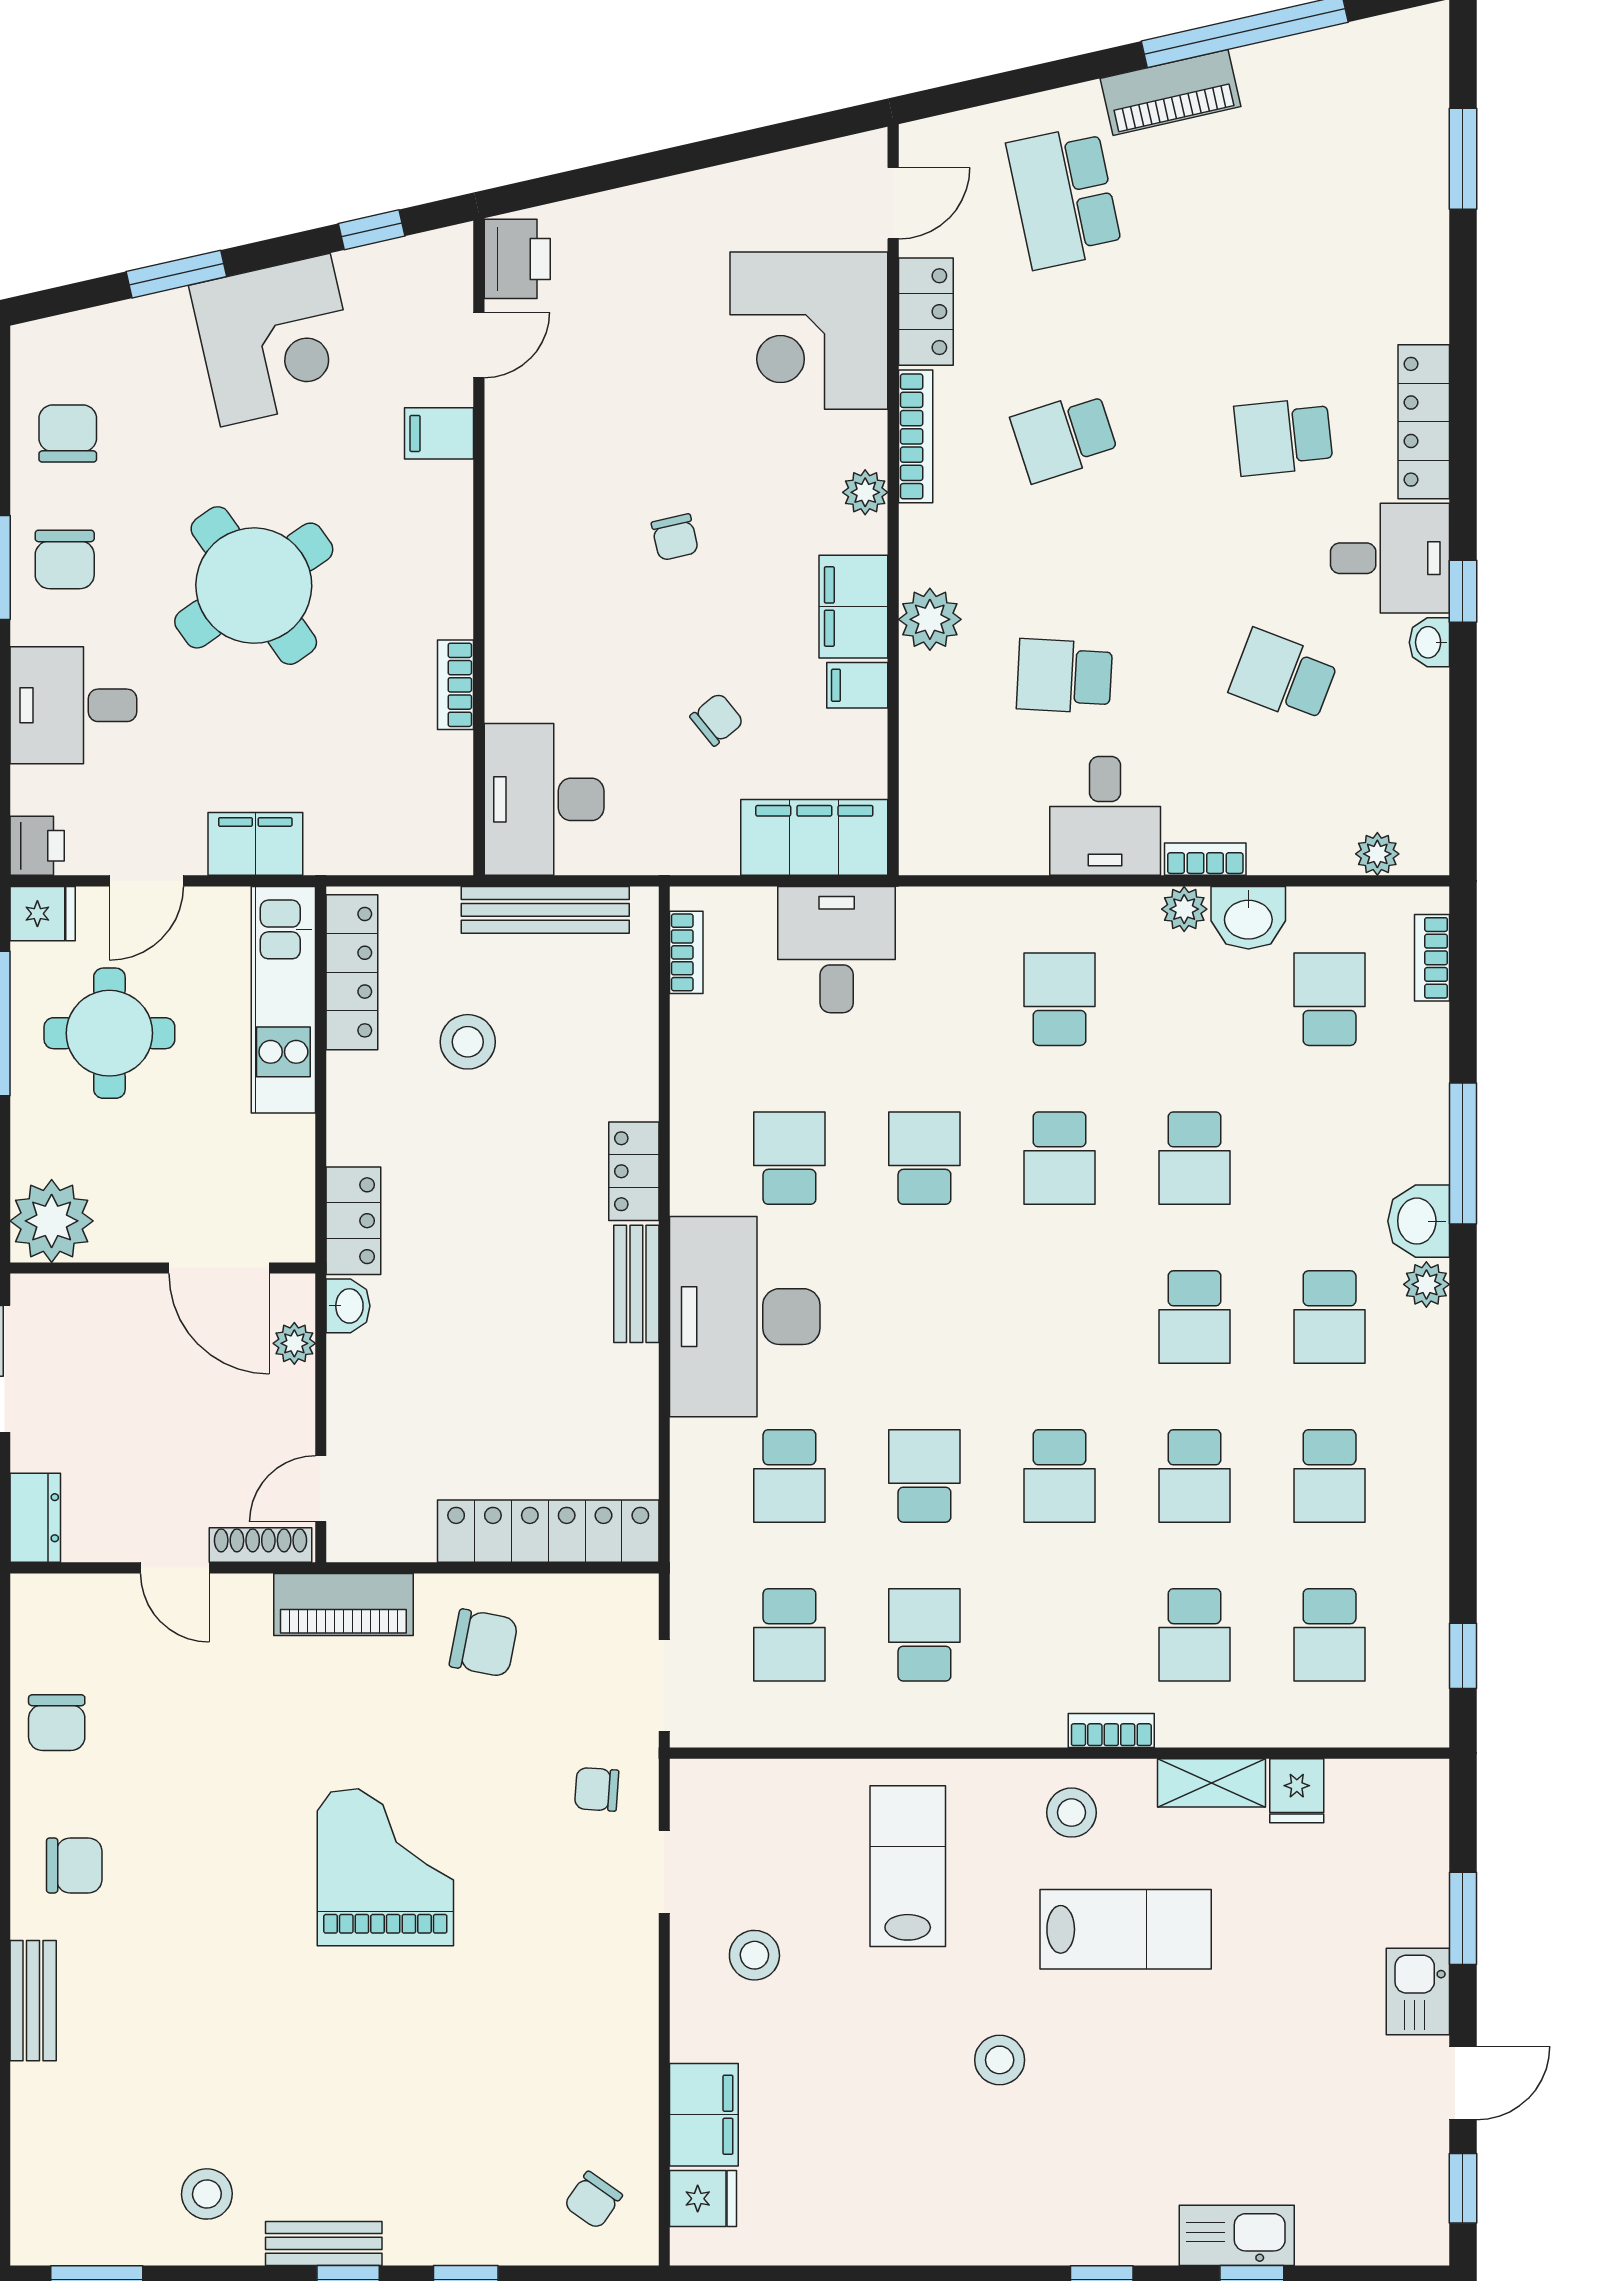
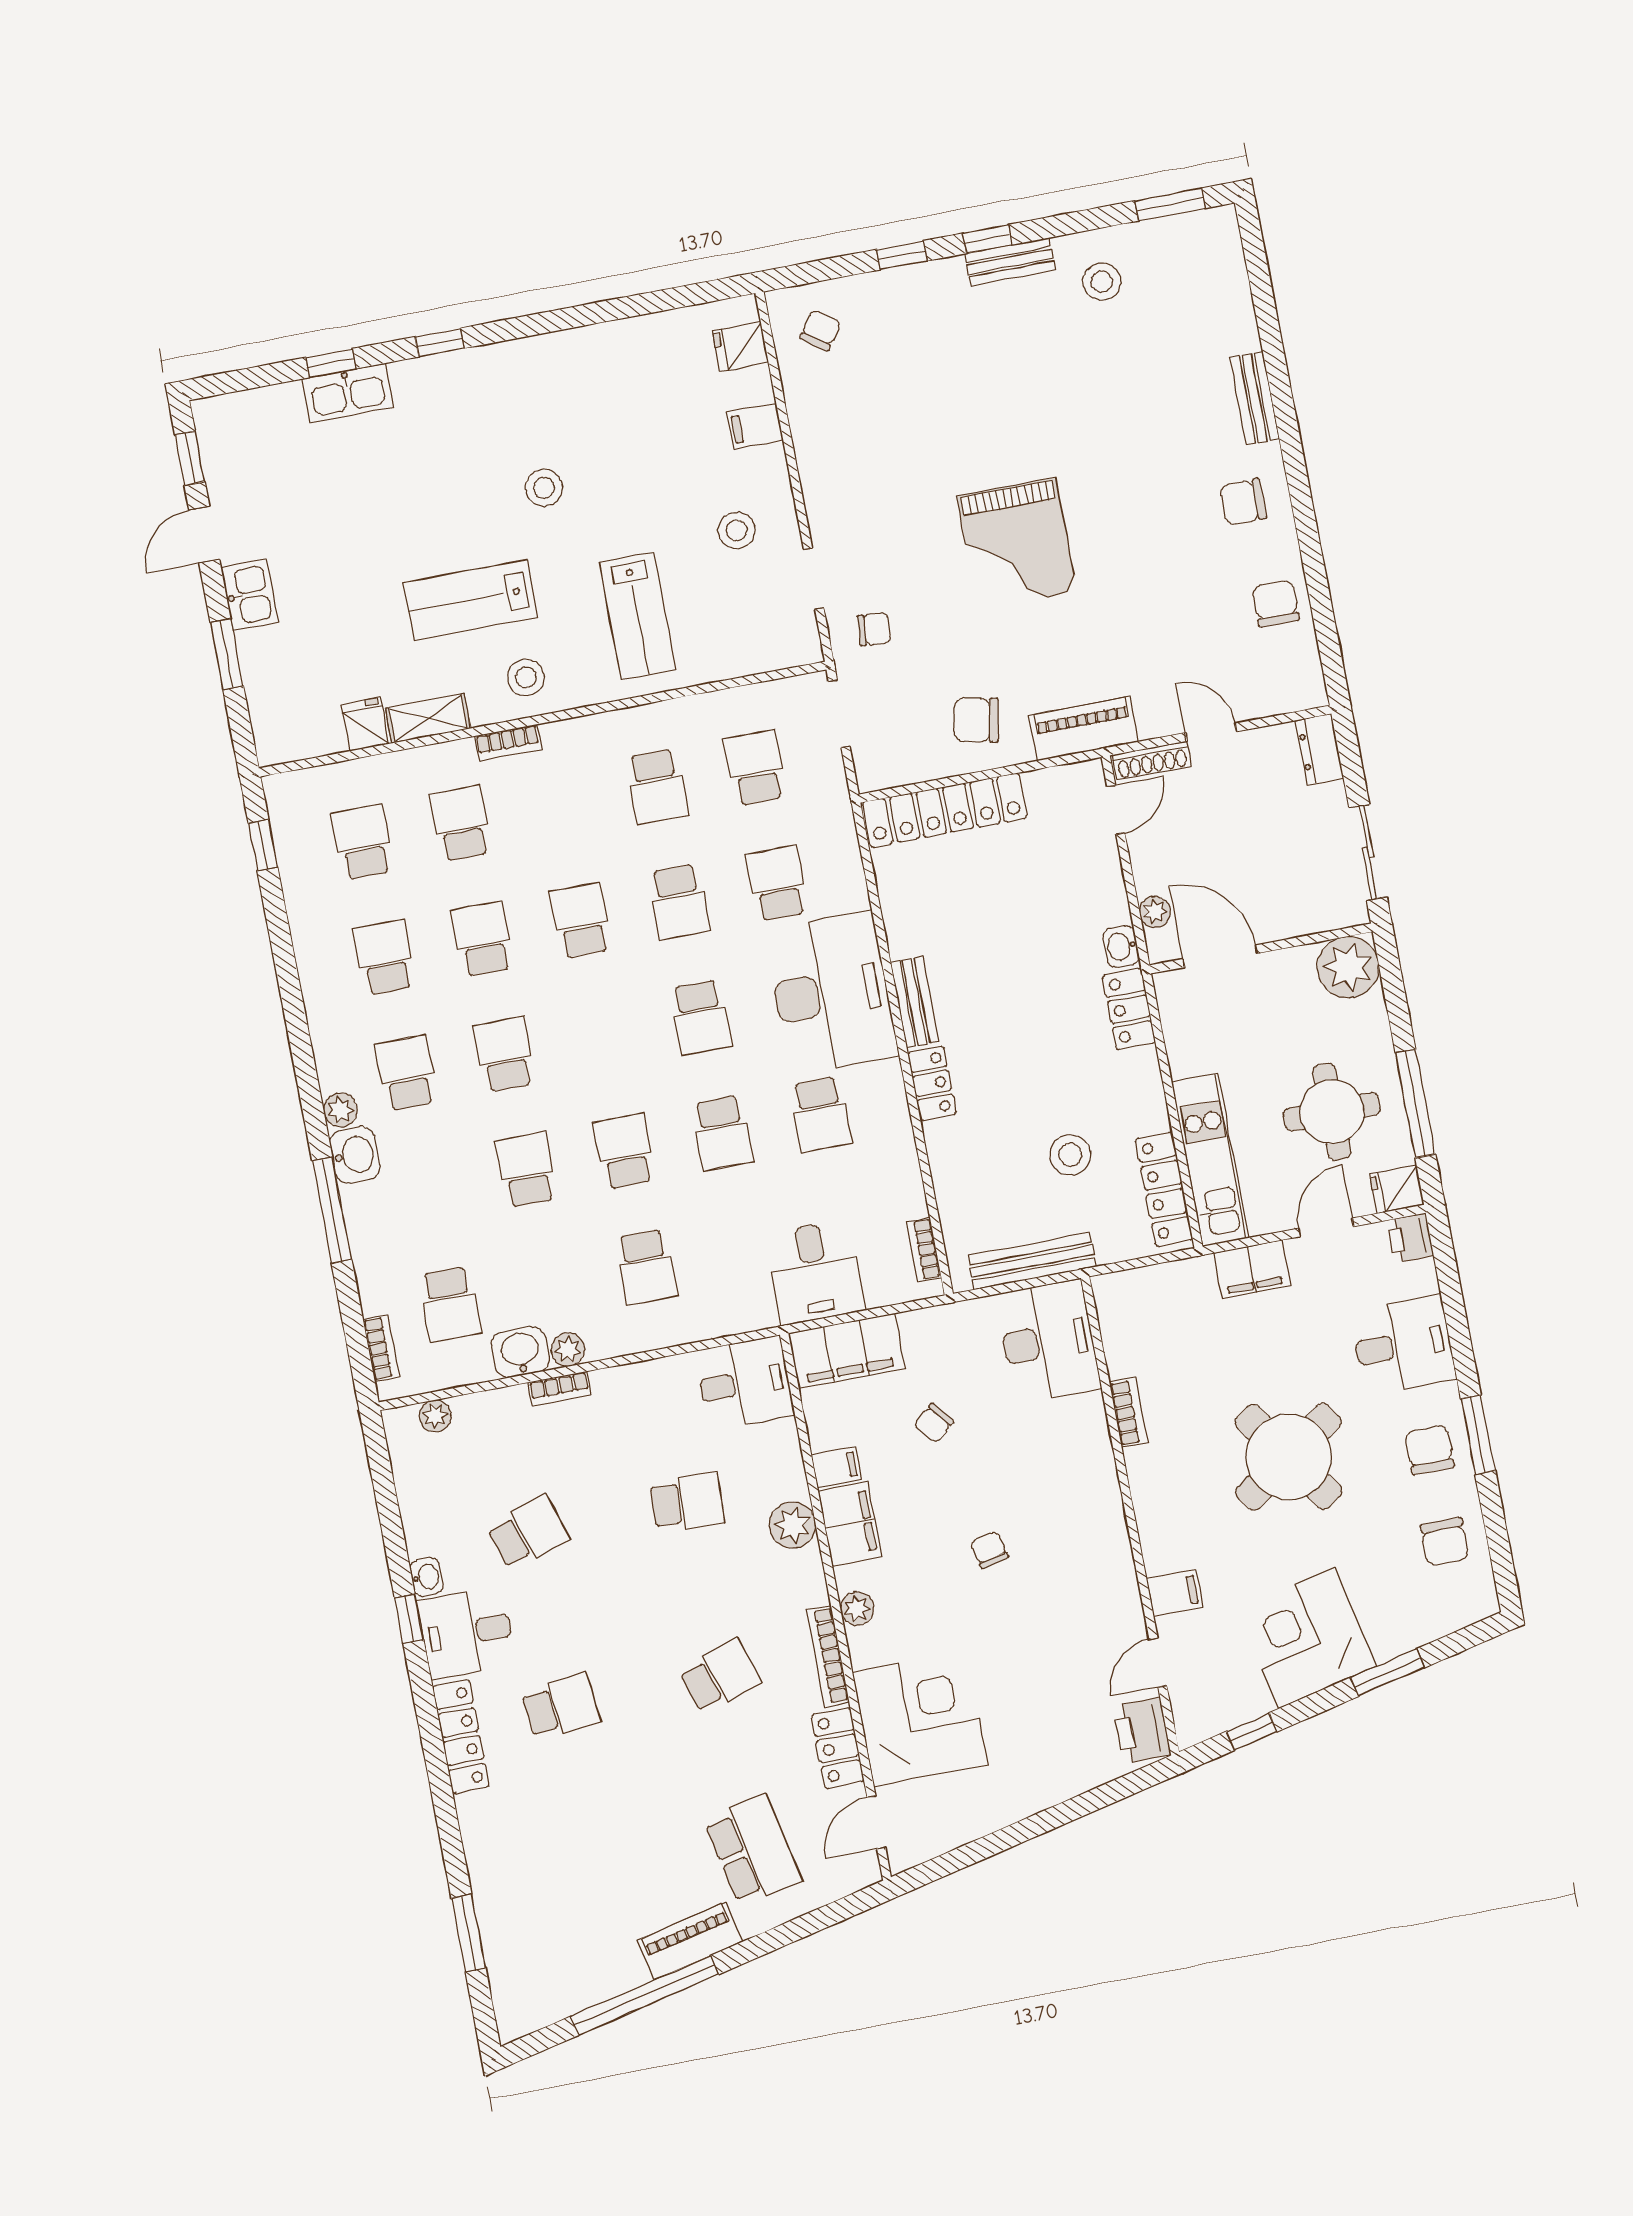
school desk: (1284, 676) -> (528, 1532), turned -39
desk: (1105, 816) -> (744, 1383), moved, turned 90
school desk: (924, 1317) -> (701, 1017), added
filing cabinet: (704, 2115) -> (755, 426), width x0.50

